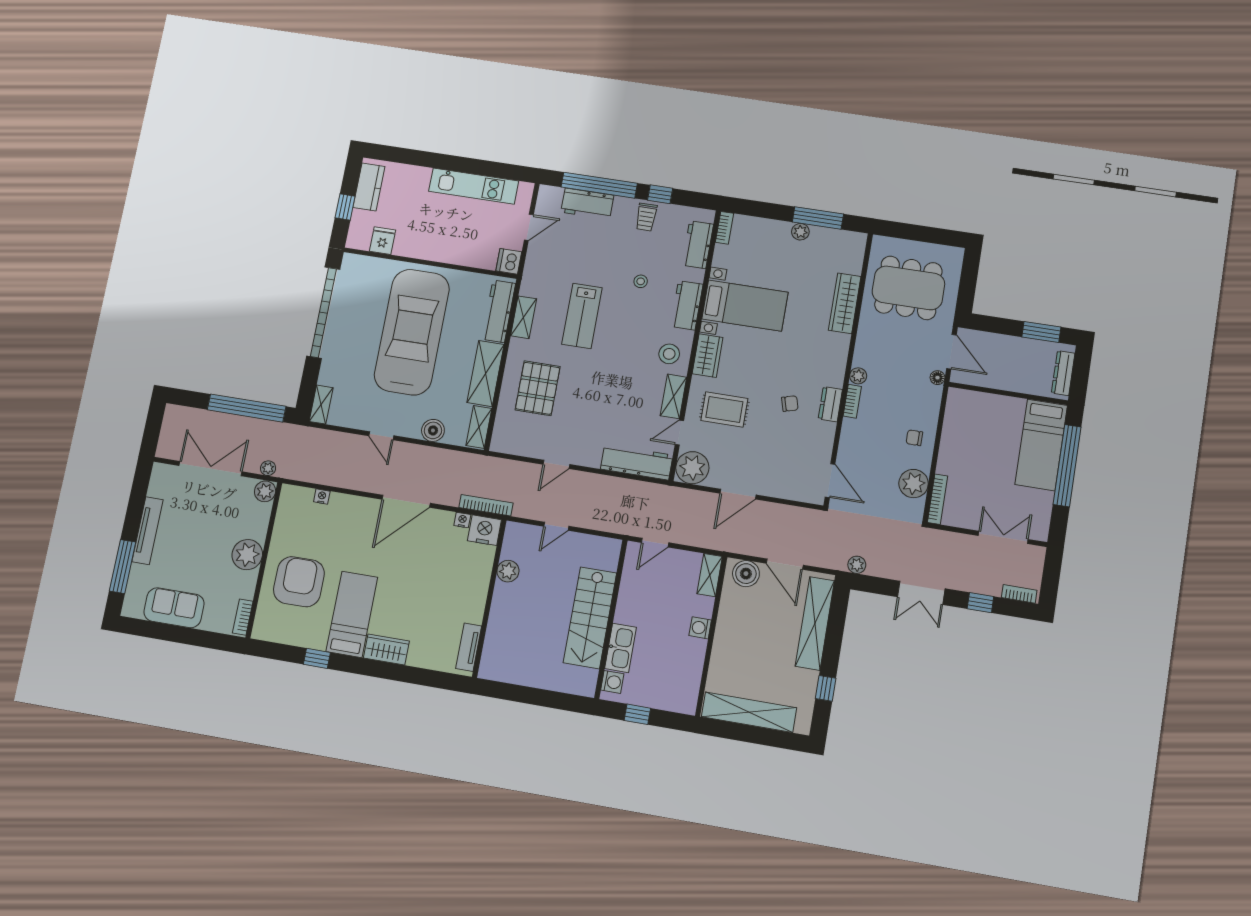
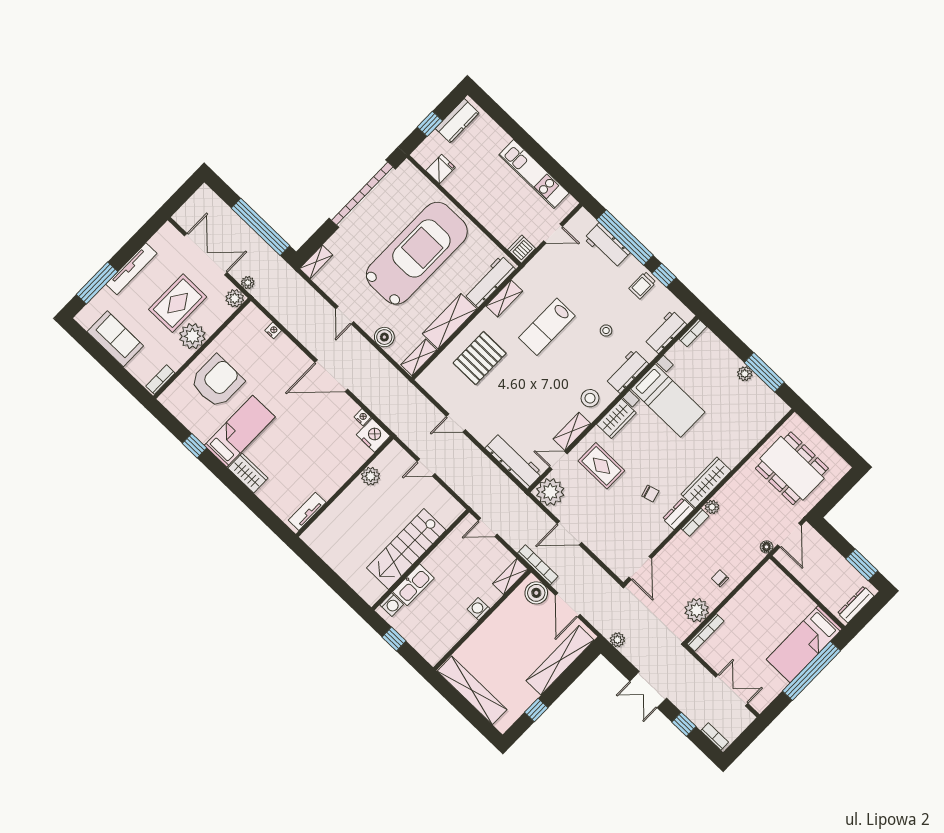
wardrobe: (845, 303) -> (706, 482), moved
bookcase: (486, 505) -> (538, 565), moved
rug: (213, 533) -> (178, 303), added

